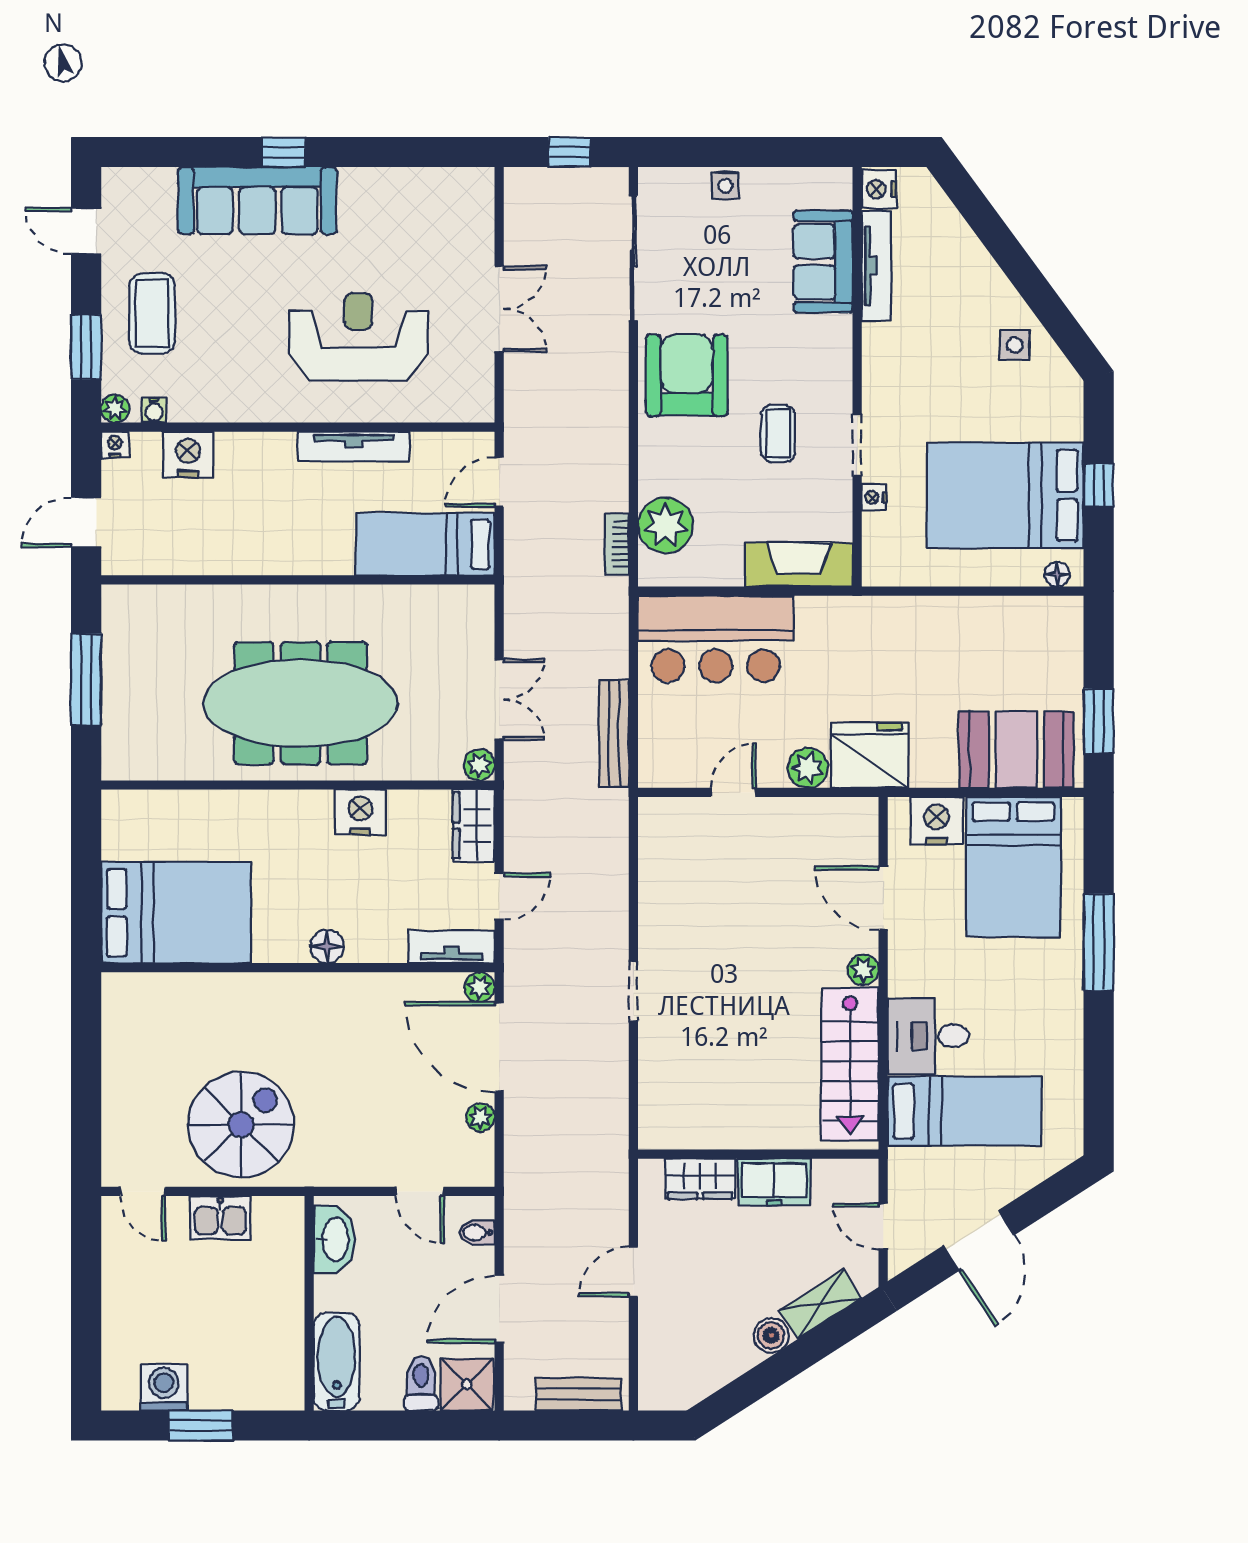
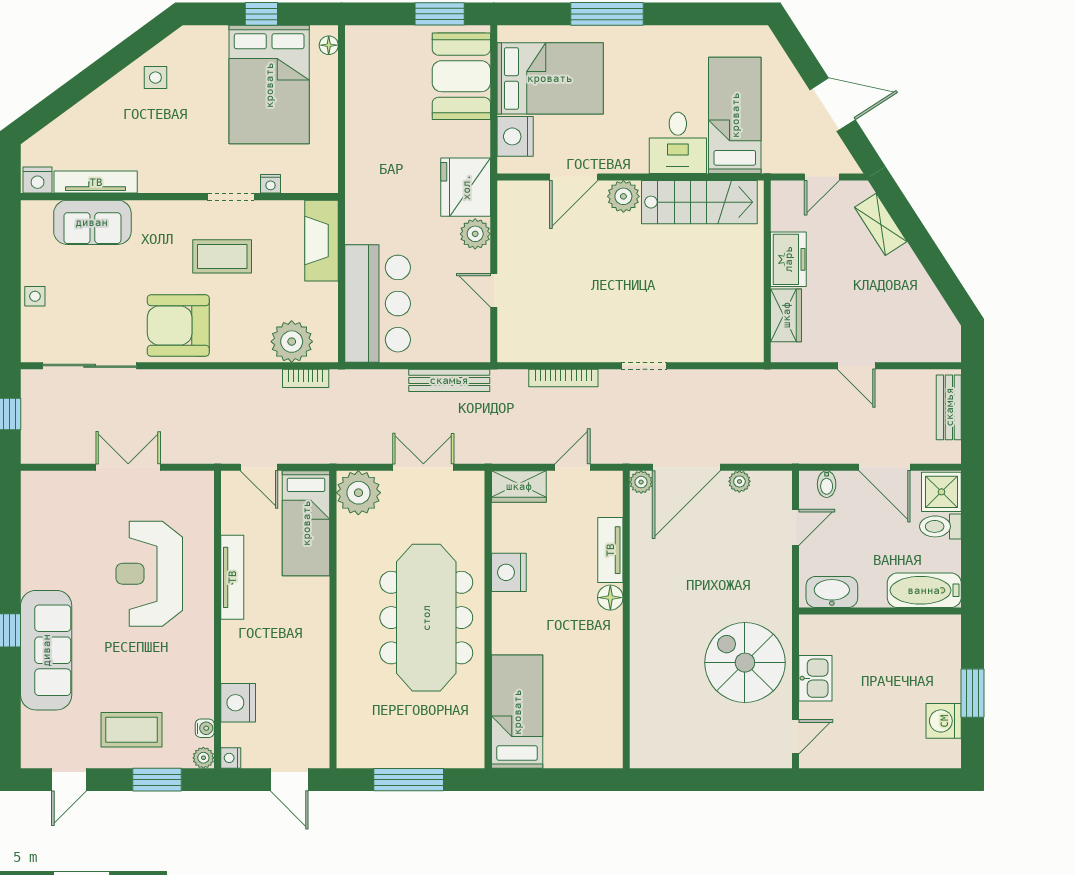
coffee table: (778, 433) -> (222, 256), width x1.36, depth x1.30
plant: (479, 765) -> (358, 493), moved, width x1.88, depth x1.88
bookcase: (617, 885) -> (563, 378), added
door: (499, 896) -> (572, 467), hinge flipped
bed: (176, 913) -> (517, 712), moved, width x0.67
tv unit: (452, 947) -> (610, 550), moved
plant: (863, 970) -> (623, 196), width x1.38, depth x1.38
boiler: (771, 1335) -> (904, 262), removed

